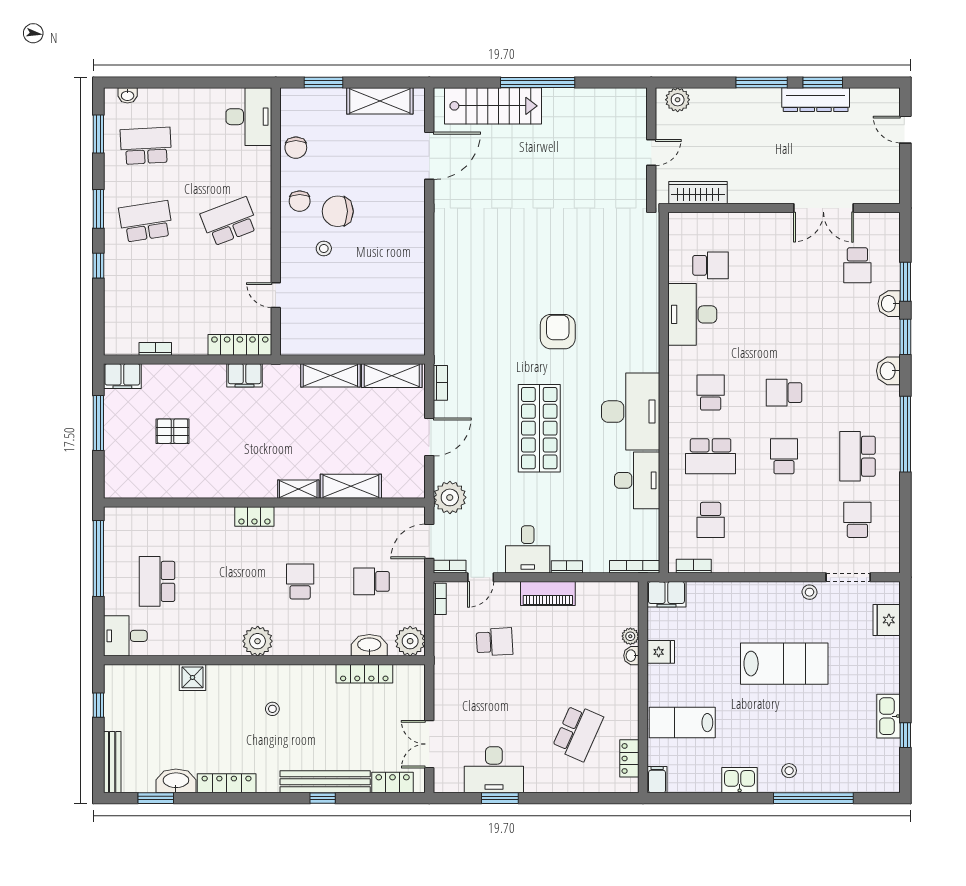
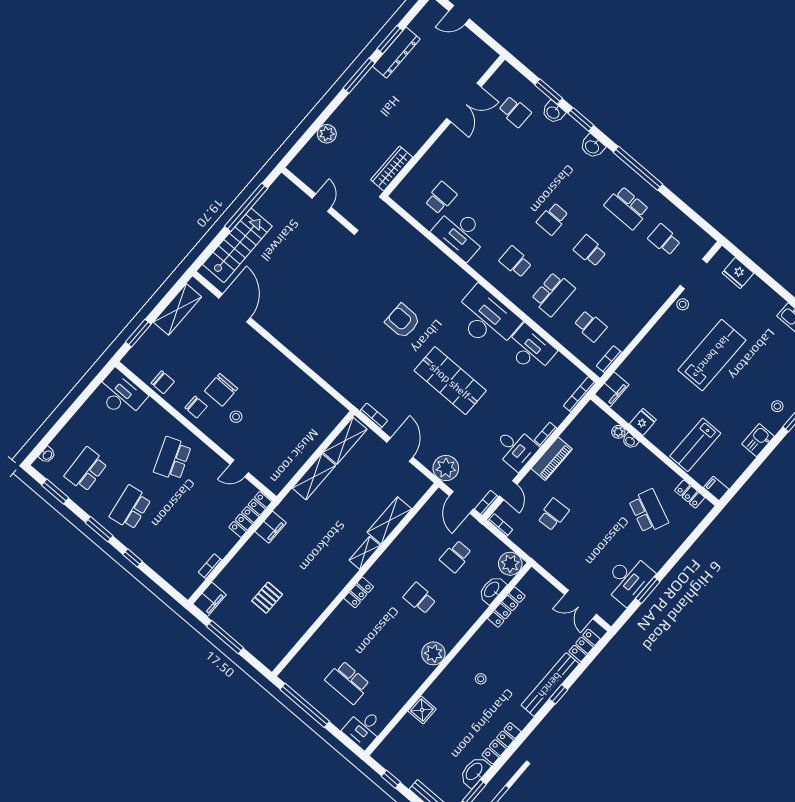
wall: (651, 146) -> (318, 199), moved
door: (651, 153) -> (322, 203), moved

